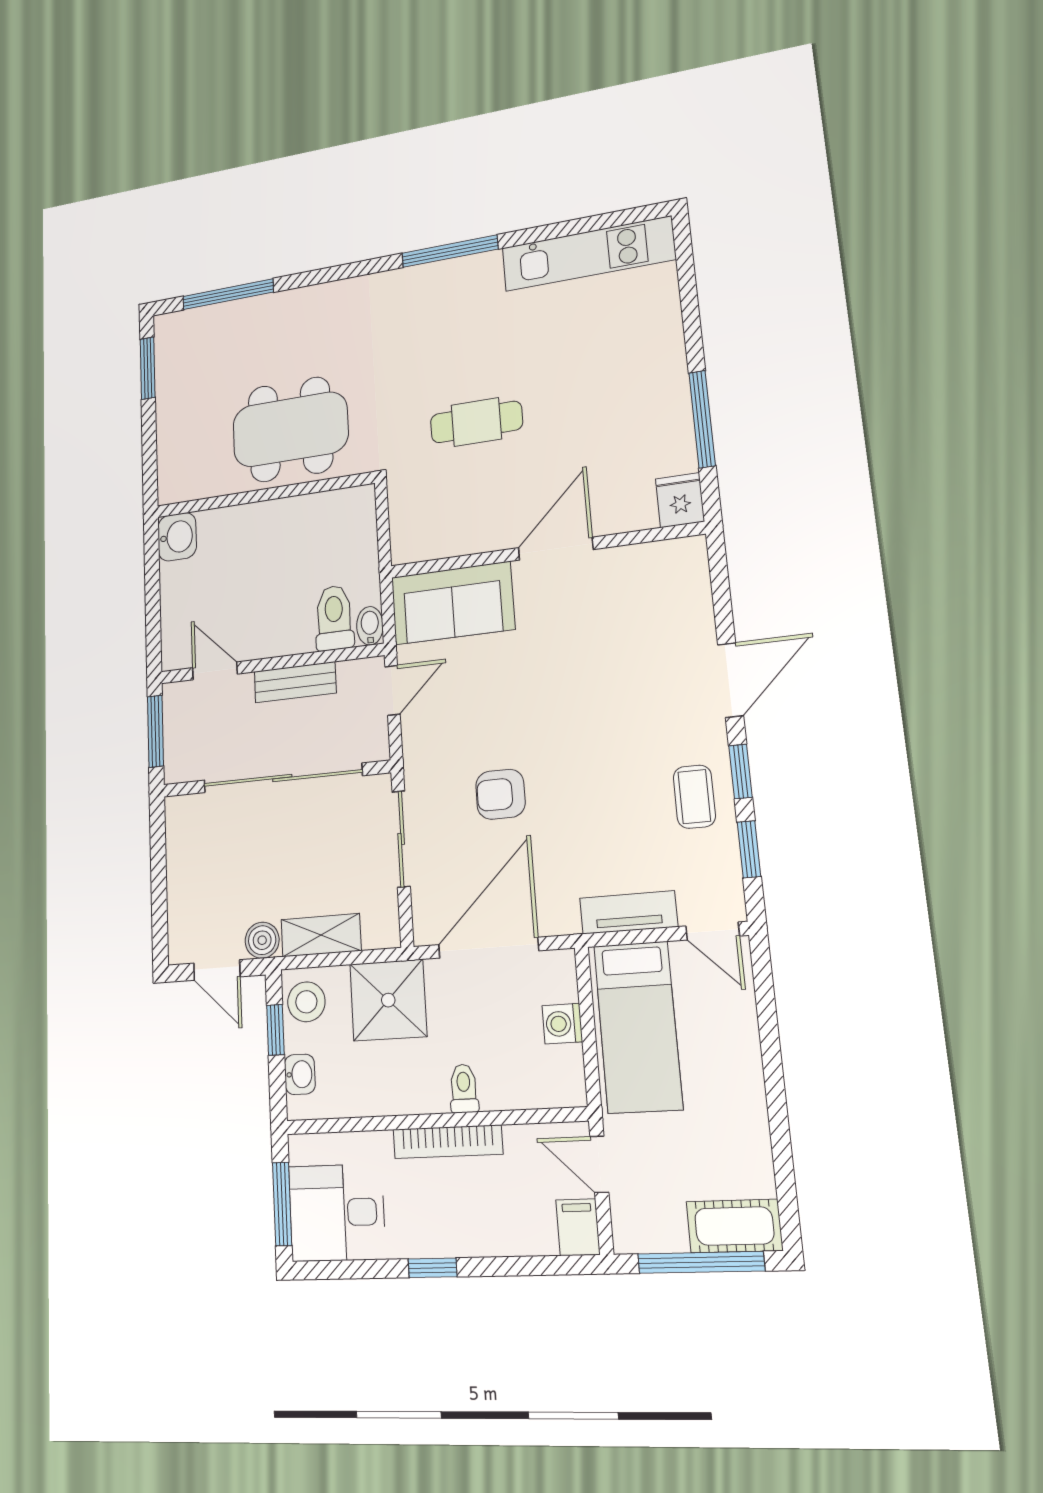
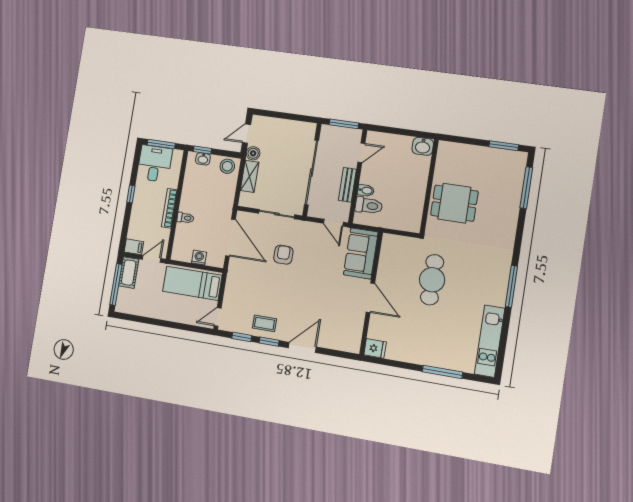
window: (702, 419) -> (442, 372), moved
cafe table: (476, 422) -> (432, 280), width x1.37, depth x1.35
dining table: (290, 429) -> (454, 203), width x0.73
bidet: (370, 626) -> (366, 190), moved
door: (731, 680) -> (302, 347), swing flipped
tv unit: (629, 912) -> (231, 290), removed
shower: (388, 1000) -> (221, 197), removed
window: (276, 1030) -> (202, 150), moved
cot: (734, 1226) -> (129, 273), moved

